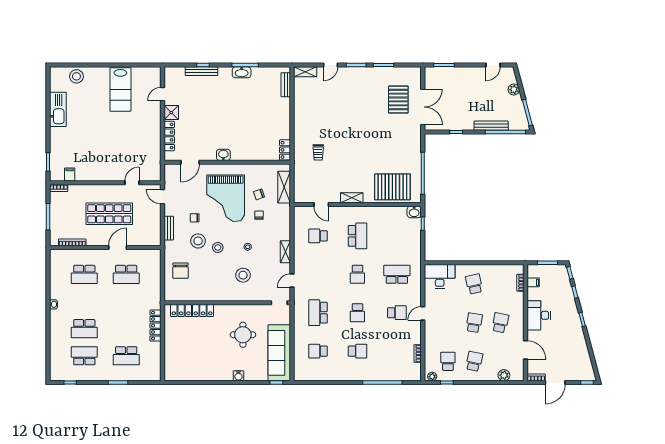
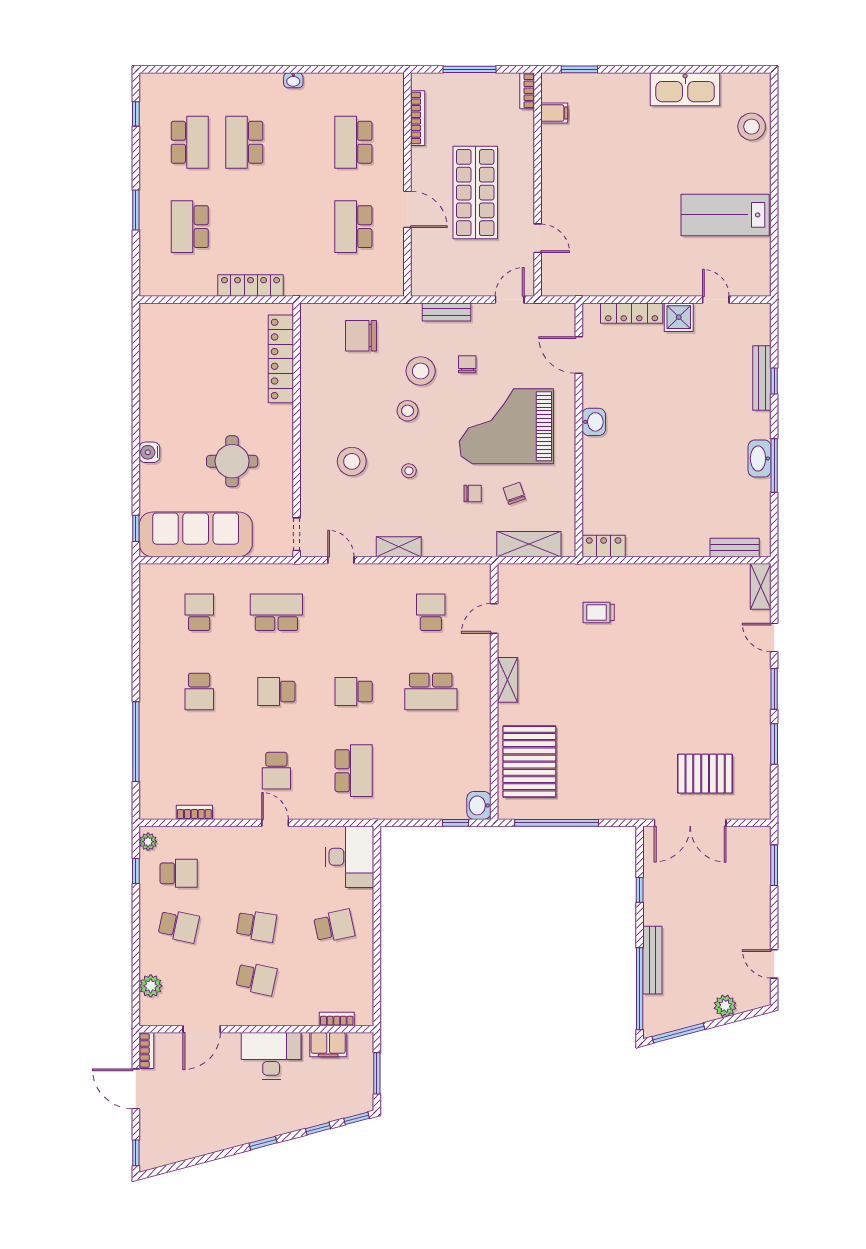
filing cabinet: (533, 282) -> (328, 1045), width x2.00

